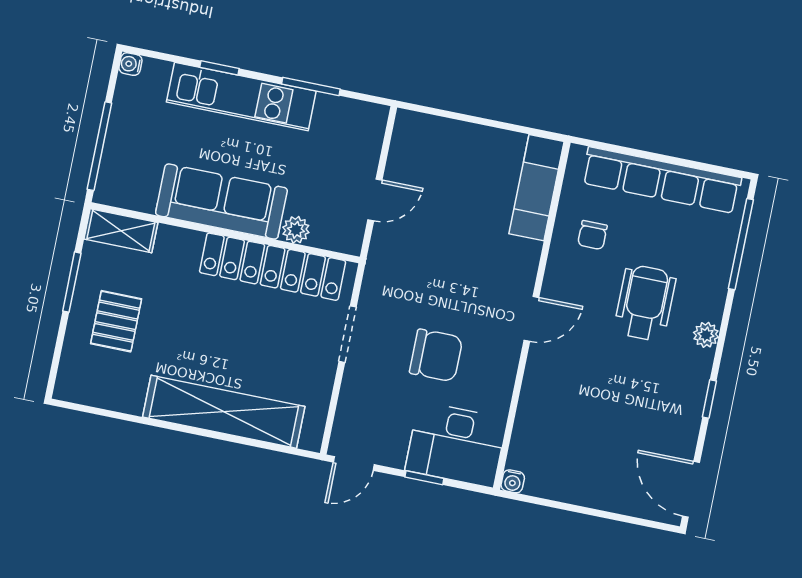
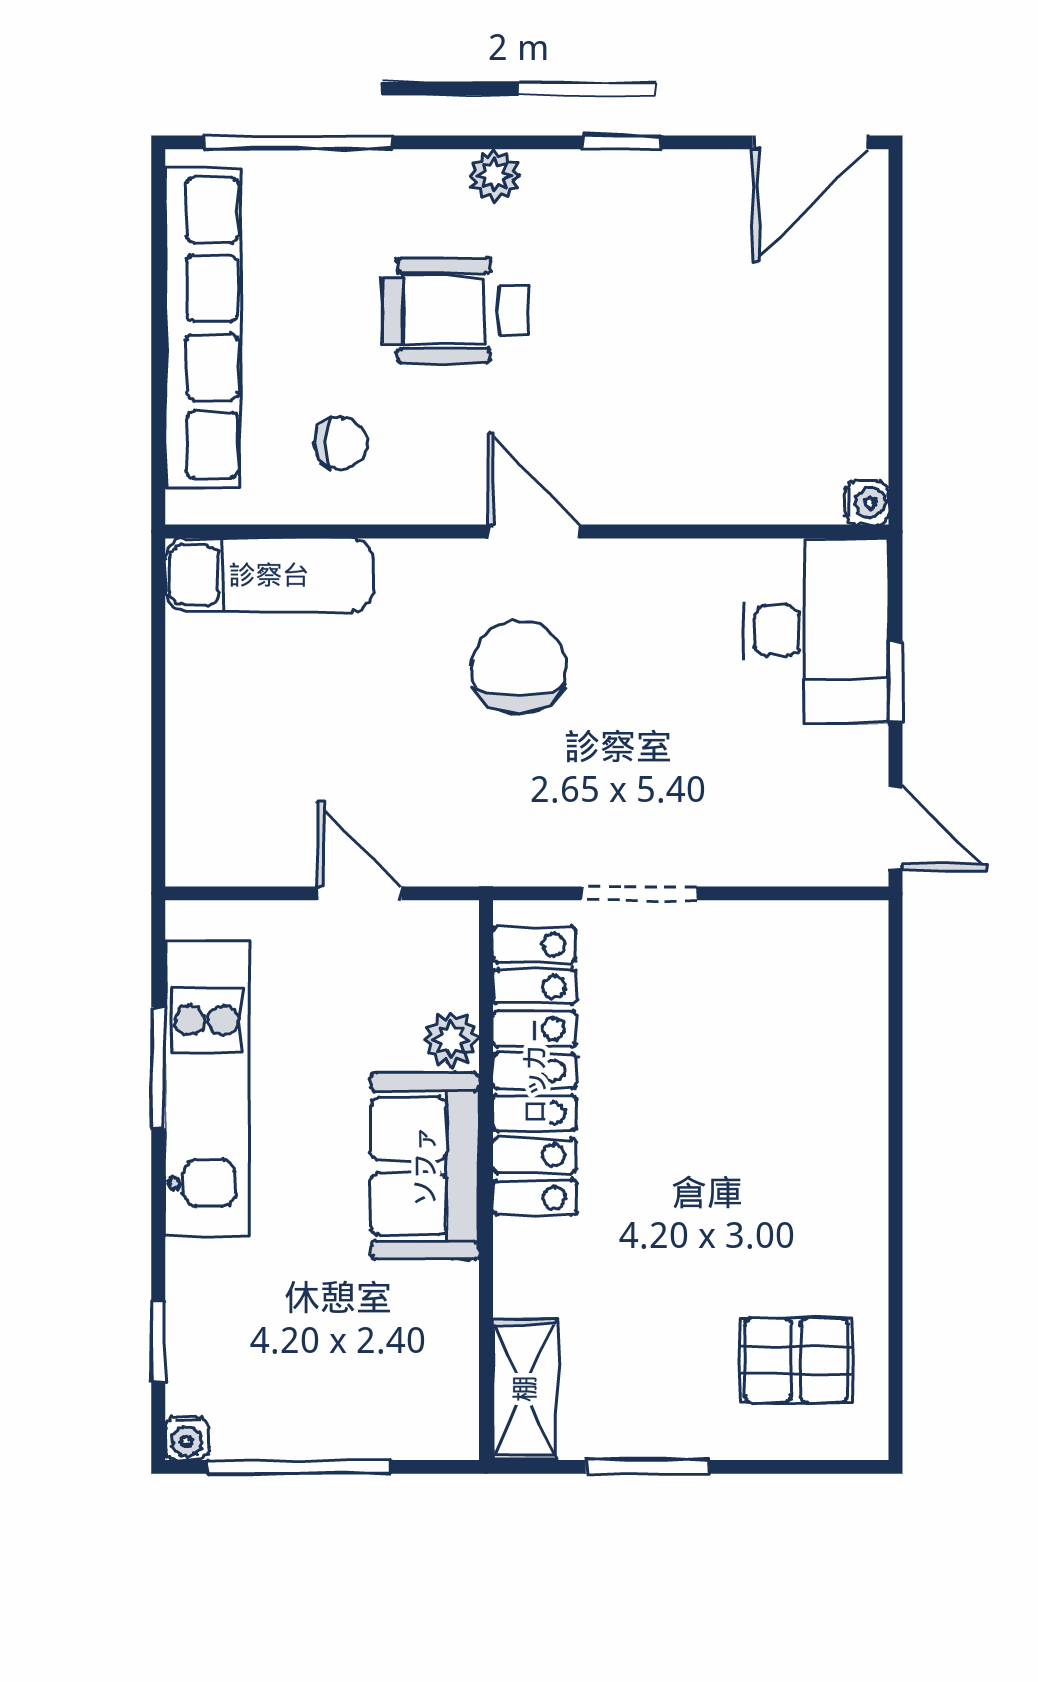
window: (219, 68) -> (158, 1341), moved
kitchen unit: (241, 97) -> (207, 1088), moved
window: (99, 146) -> (299, 1467), moved
sofa: (221, 202) -> (425, 1166), width x0.73
pallet: (116, 321) -> (796, 1360), moved
chair: (436, 355) -> (519, 667), moved
shelving: (224, 412) -> (845, 1110), removed

